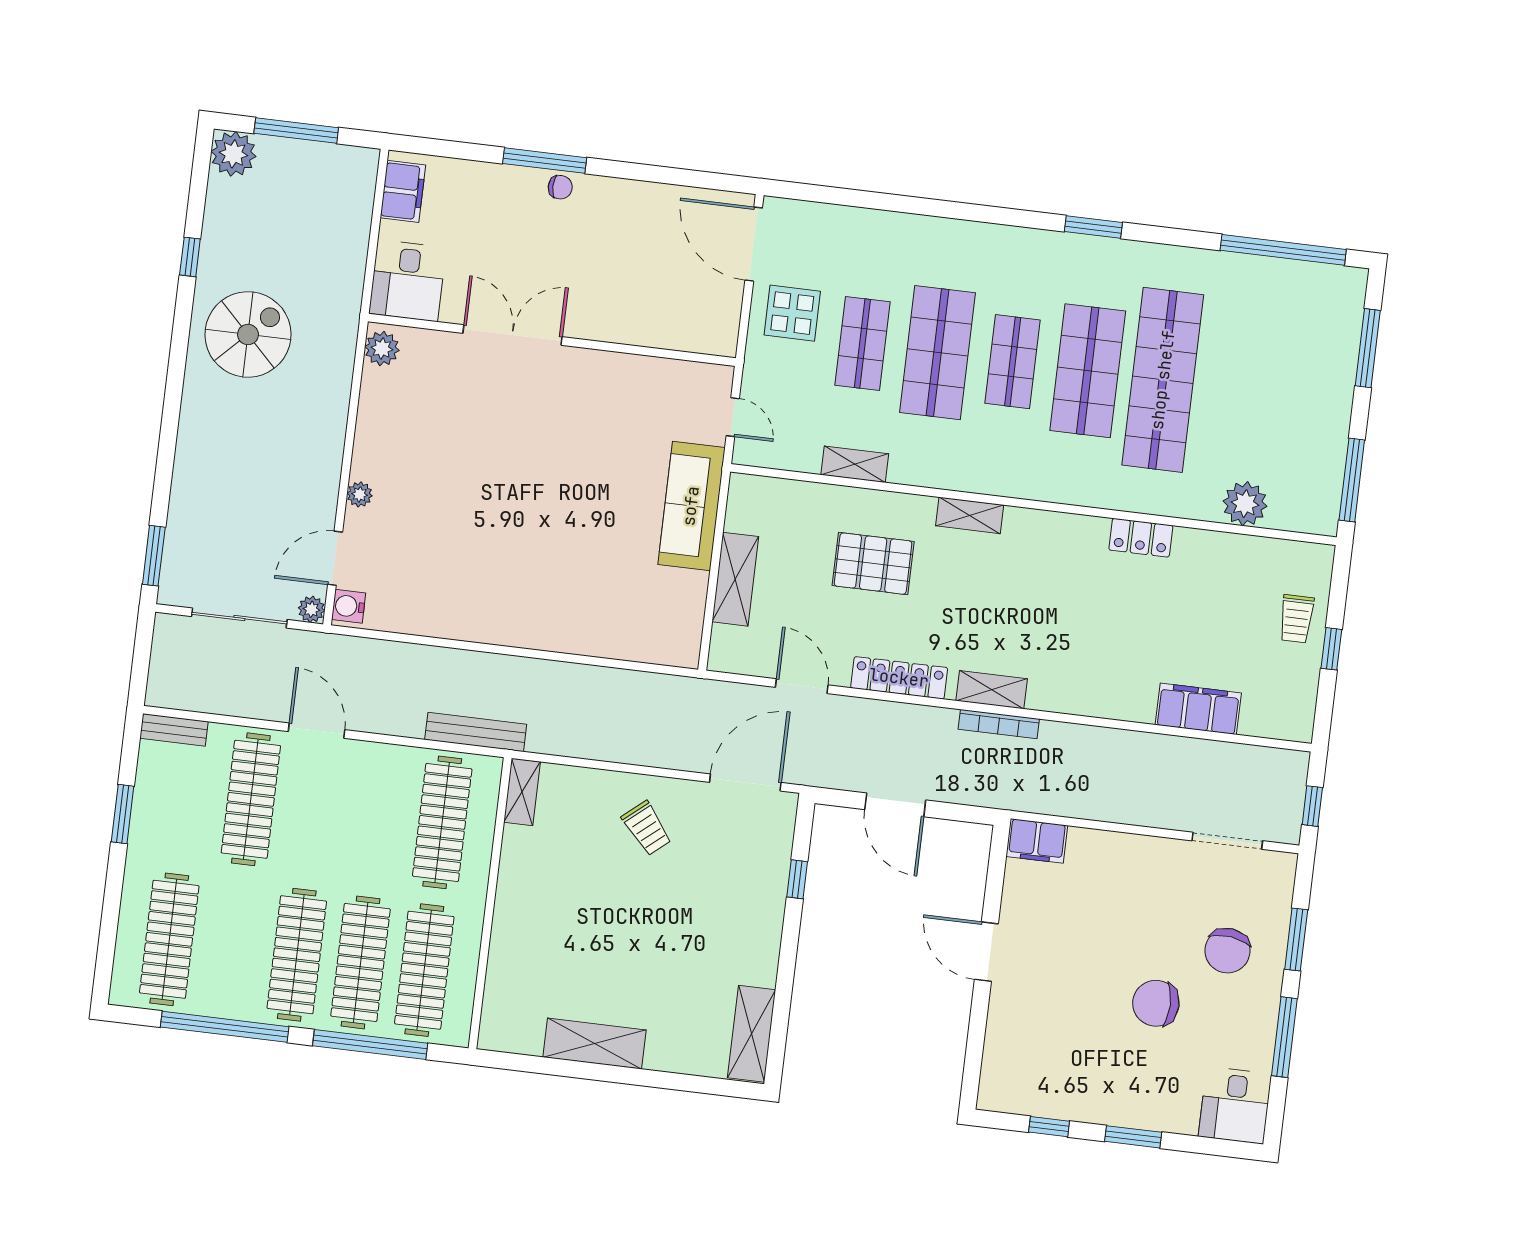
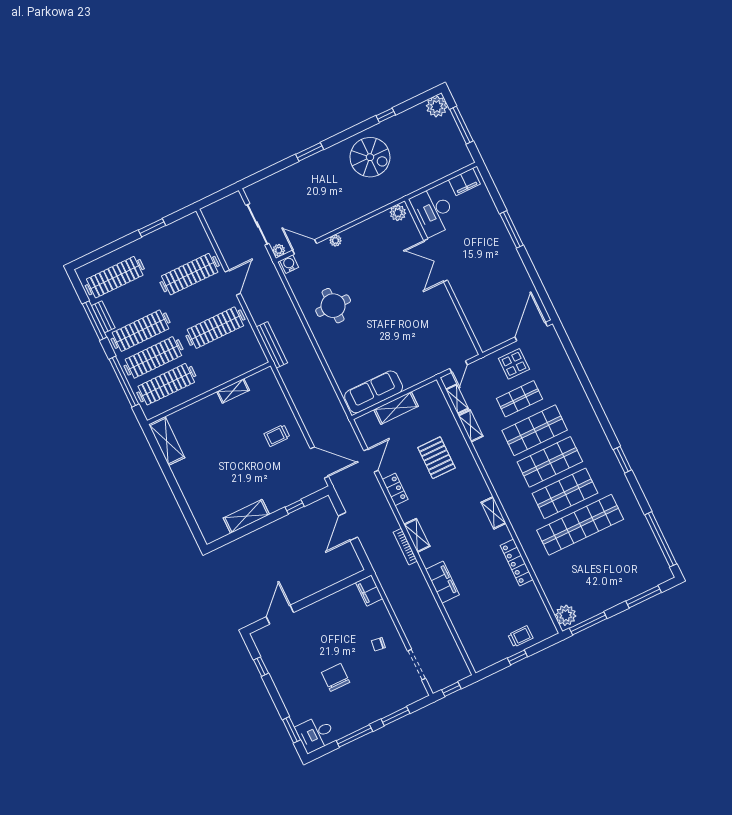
chair: (560, 187) -> (505, 242), removed
desk: (408, 281) -> (433, 211), width x1.37
double door: (513, 335) -> (436, 260), swing flipped
shop shelf: (1013, 362) -> (550, 462), width x1.43, depth x1.36
shelving: (790, 458) -> (457, 399), added
plant: (1245, 504) -> (566, 615), moved
sofa: (691, 506) -> (374, 392), moved
shelving: (970, 515) -> (493, 513), moved
locker: (1141, 538) -> (517, 563), width x1.53
window: (154, 556) -> (310, 152), moved
round table: (475, 575) -> (333, 306), added
trolley: (1296, 619) -> (520, 636), turned 180
locker: (899, 678) -> (395, 489), width x0.66
filing cabinet: (1198, 709) -> (442, 582), moved
bench: (174, 730) -> (103, 317), moved
shelving: (522, 792) -> (233, 391), moved
clothes rail: (442, 822) -> (215, 328), moved
trolley: (647, 828) -> (277, 435), turned 40
chair: (1227, 951) -> (378, 644), moved, width x0.54, depth x0.54
door: (986, 952) -> (280, 615), moved
window: (225, 1027) -> (94, 321), width x0.68
shelving: (752, 1034) -> (246, 516), moved
shelving: (594, 1044) -> (167, 441), moved
window: (1133, 1137) -> (291, 730), moved

